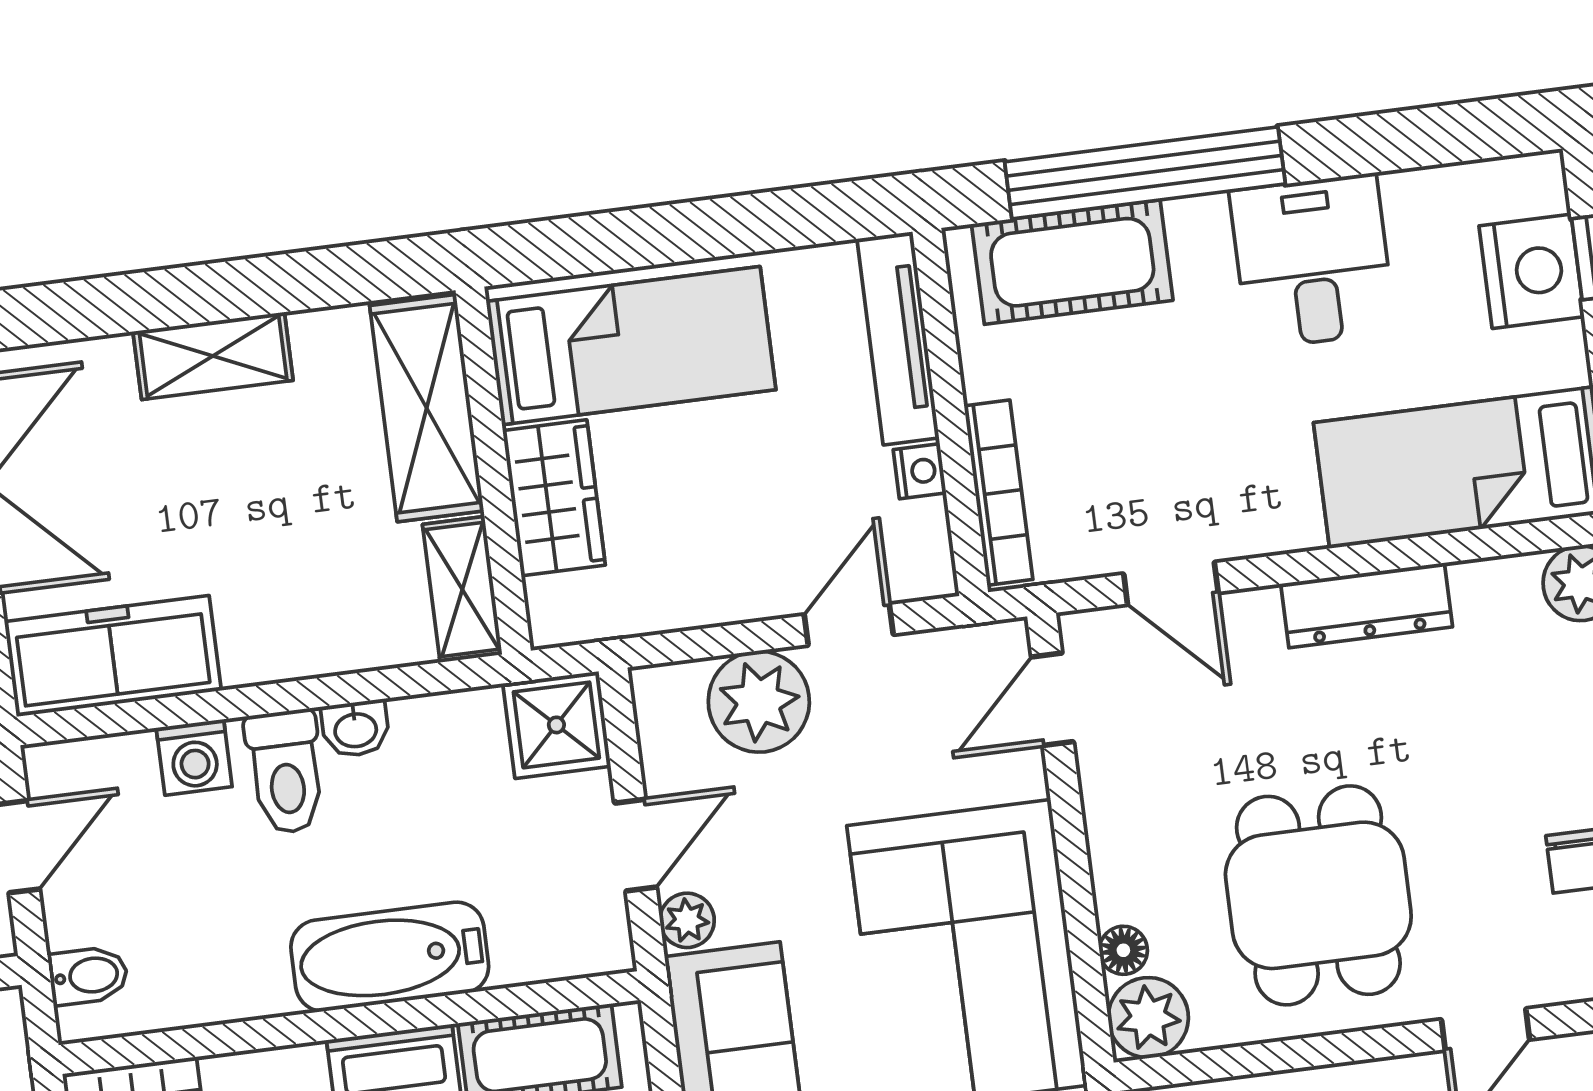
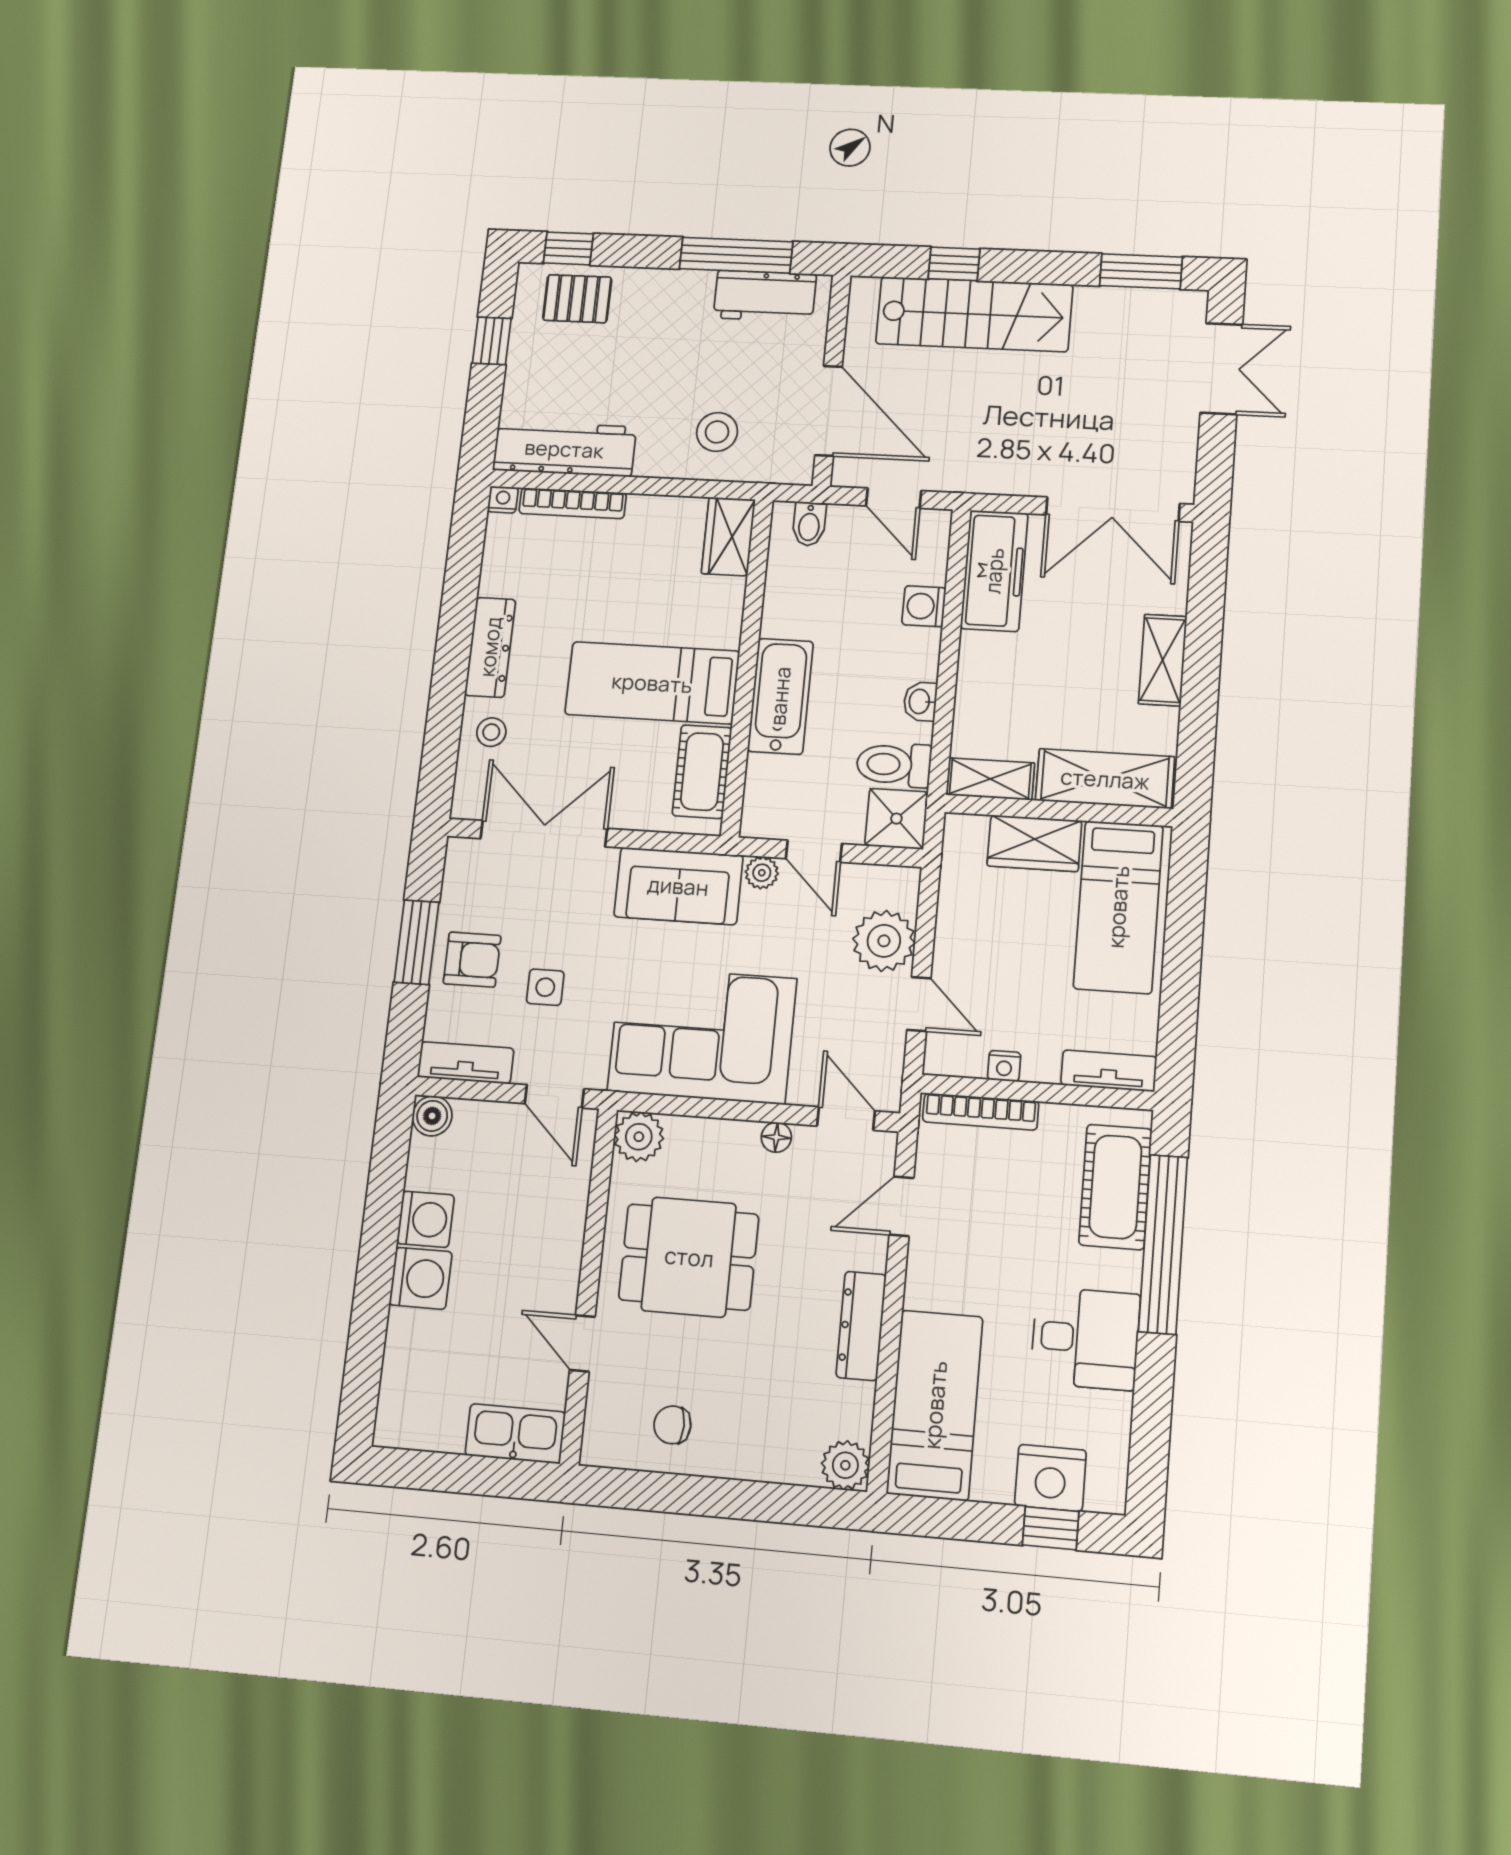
tv unit: (898, 338) -> (1109, 1071), width x0.71
toilet: (286, 772) -> (894, 765), moved
floor lamp: (1123, 950) -> (776, 1137), moved

